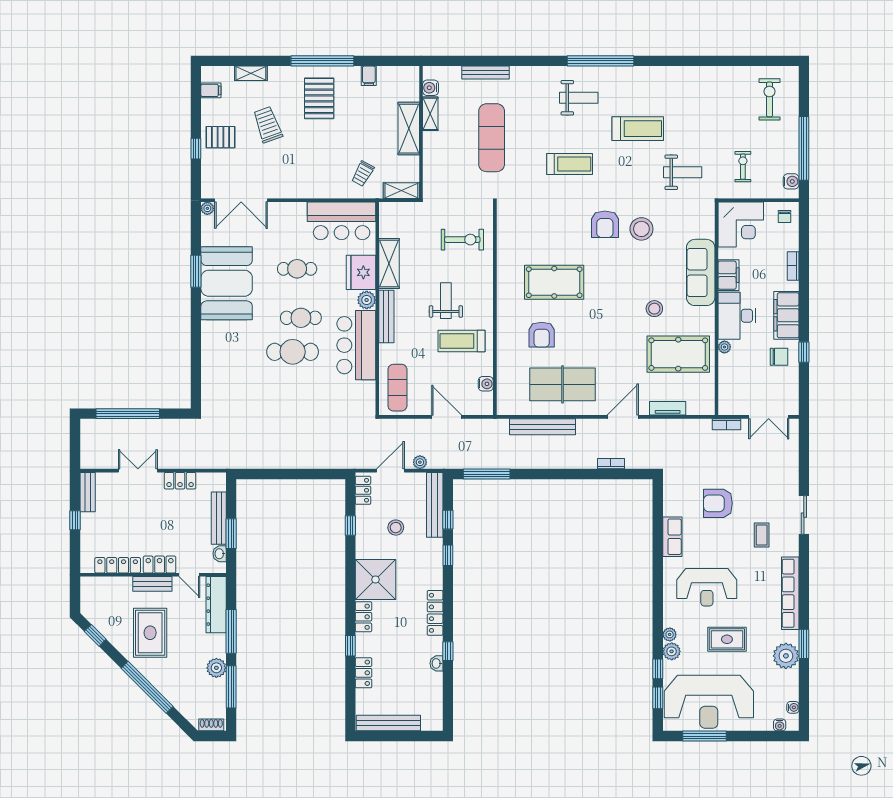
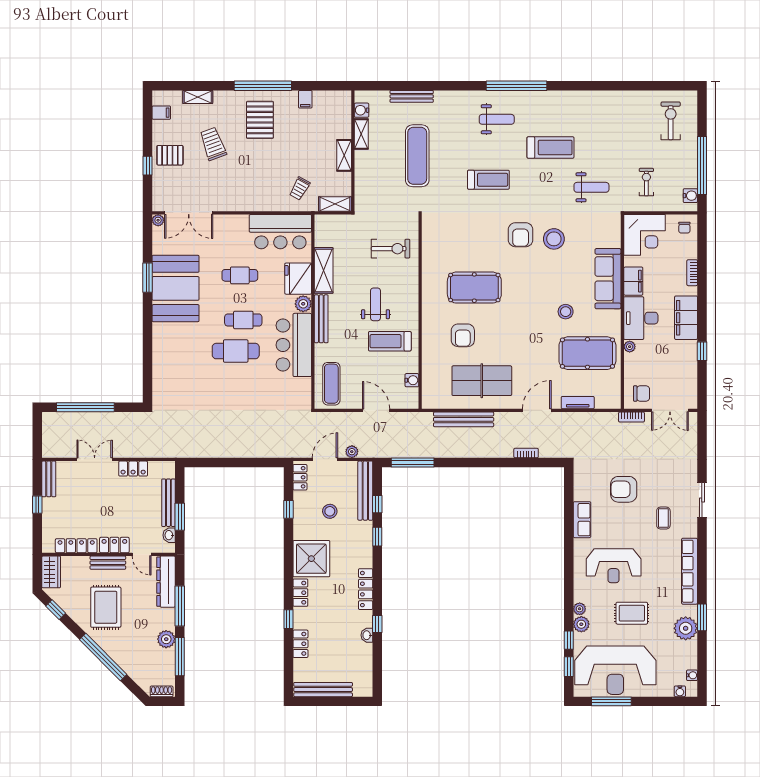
shelving: (409, 129) -> (344, 155), width x0.67, depth x0.75
chair: (779, 357) -> (642, 393), moved
wardrobe: (90, 594) -> (51, 572), added

